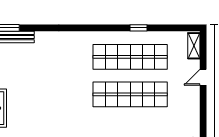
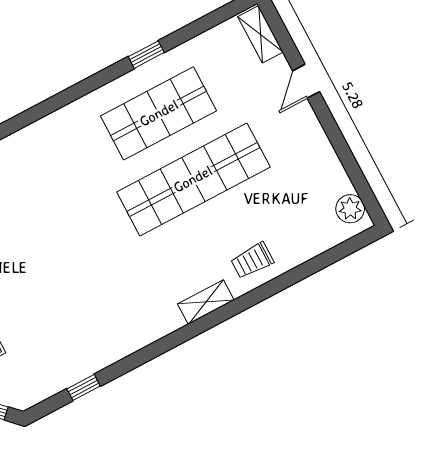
shop shelf: (130, 57) -> (159, 113), width x0.71

